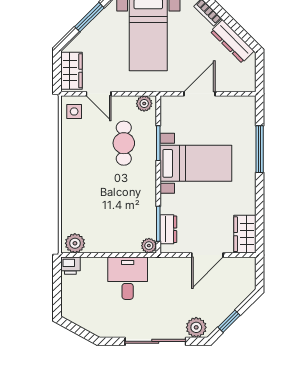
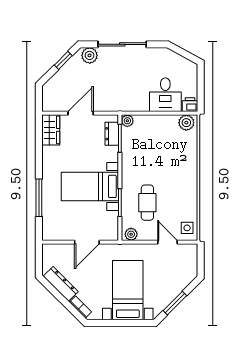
wardrobe: (71, 71) -> (189, 260), removed
desk: (128, 278) -> (165, 95), moved

